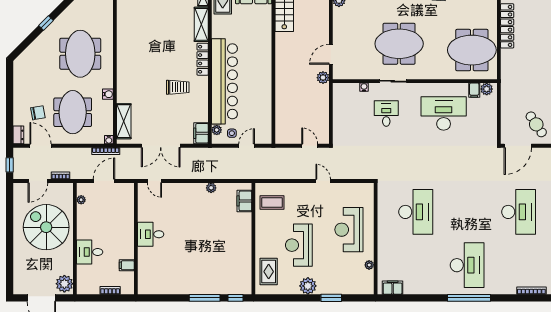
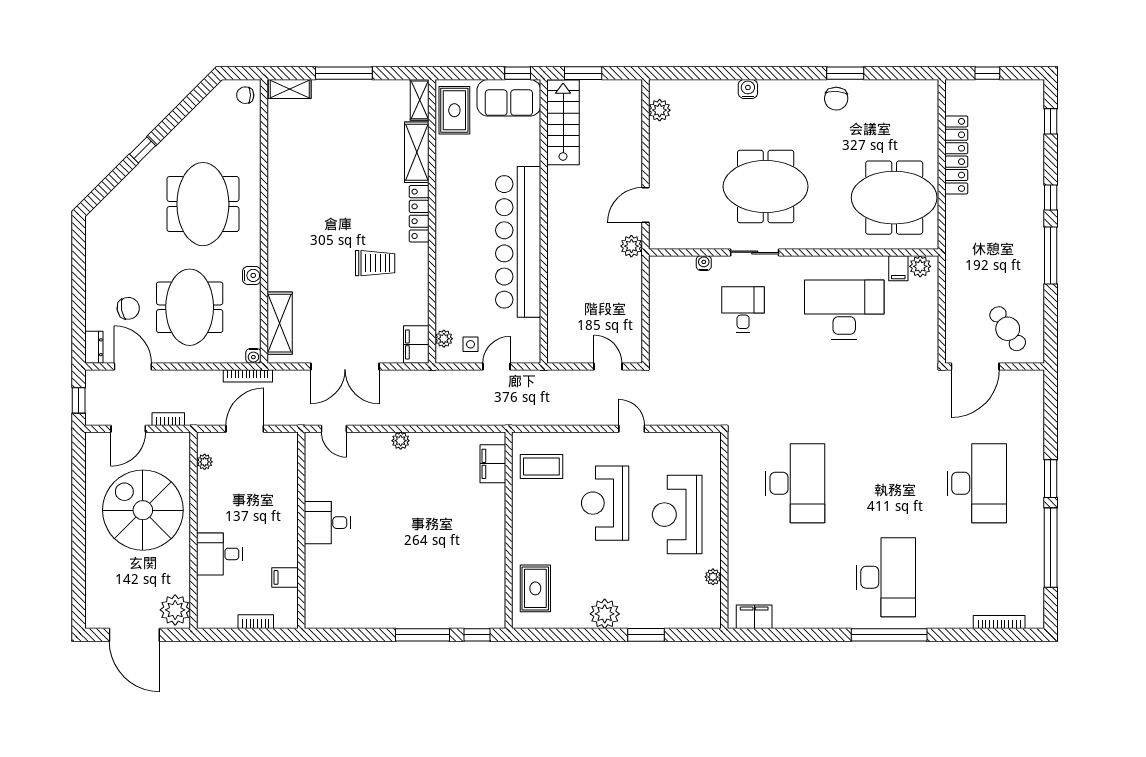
bar counter: (225, 81) -> (518, 242), moved, turned 180
plant: (211, 188) -> (401, 441), moved
reception desk: (299, 245) -> (605, 503), moved

